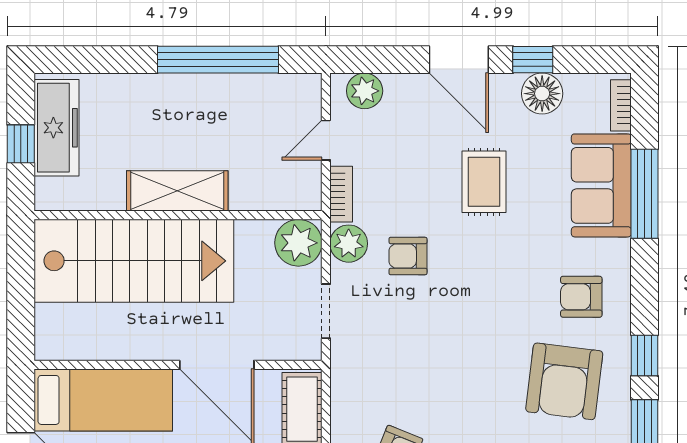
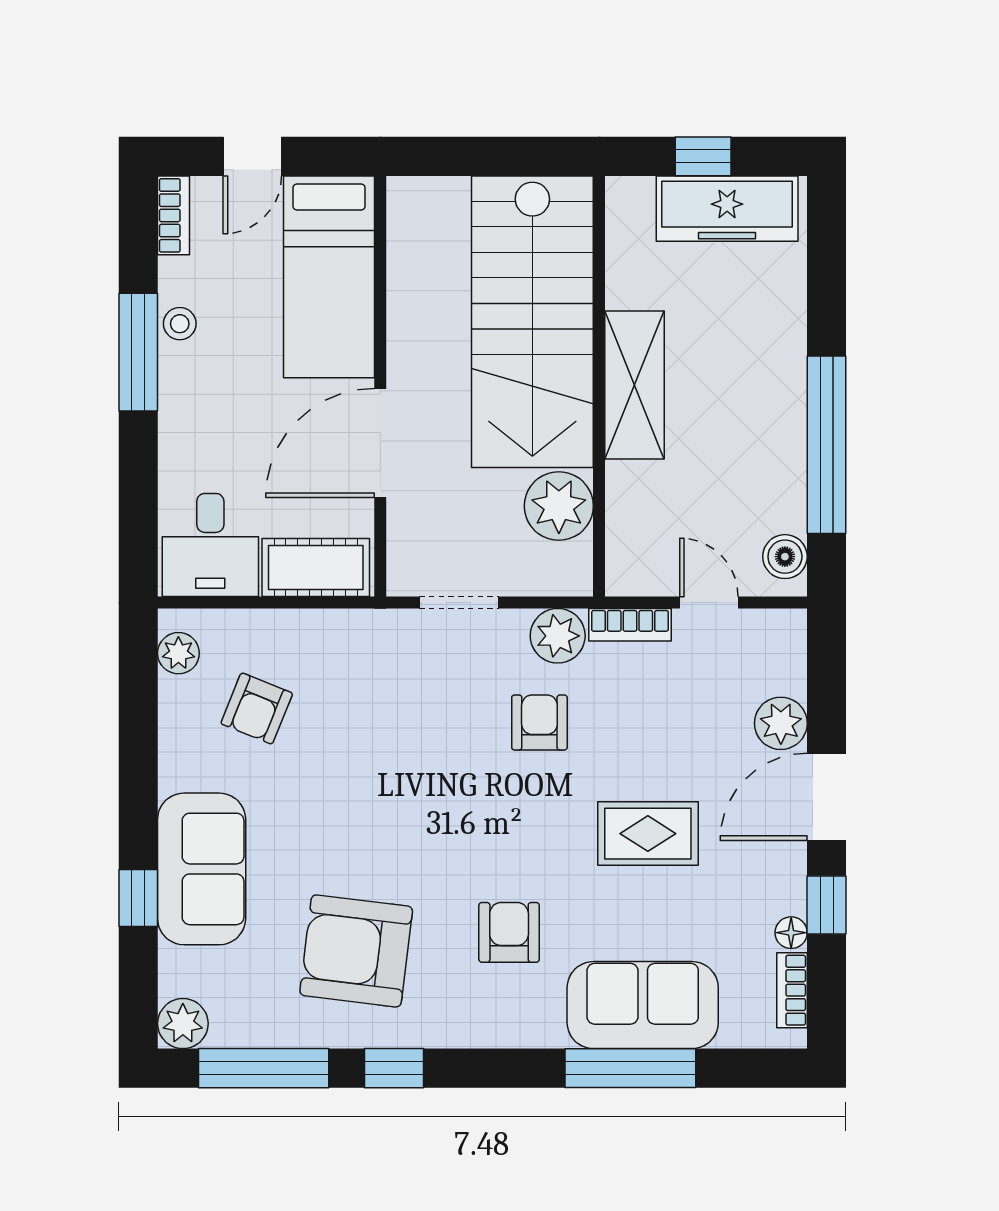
boiler: (295, 88) -> (785, 557), added
plant: (365, 91) -> (781, 723), moved
floor lamp: (542, 94) -> (791, 933), width x0.53, depth x0.53
bookcase: (621, 105) -> (792, 990), moved, turned -90
plant: (298, 243) -> (559, 506), moved
armchair: (581, 297) -> (509, 932), moved

